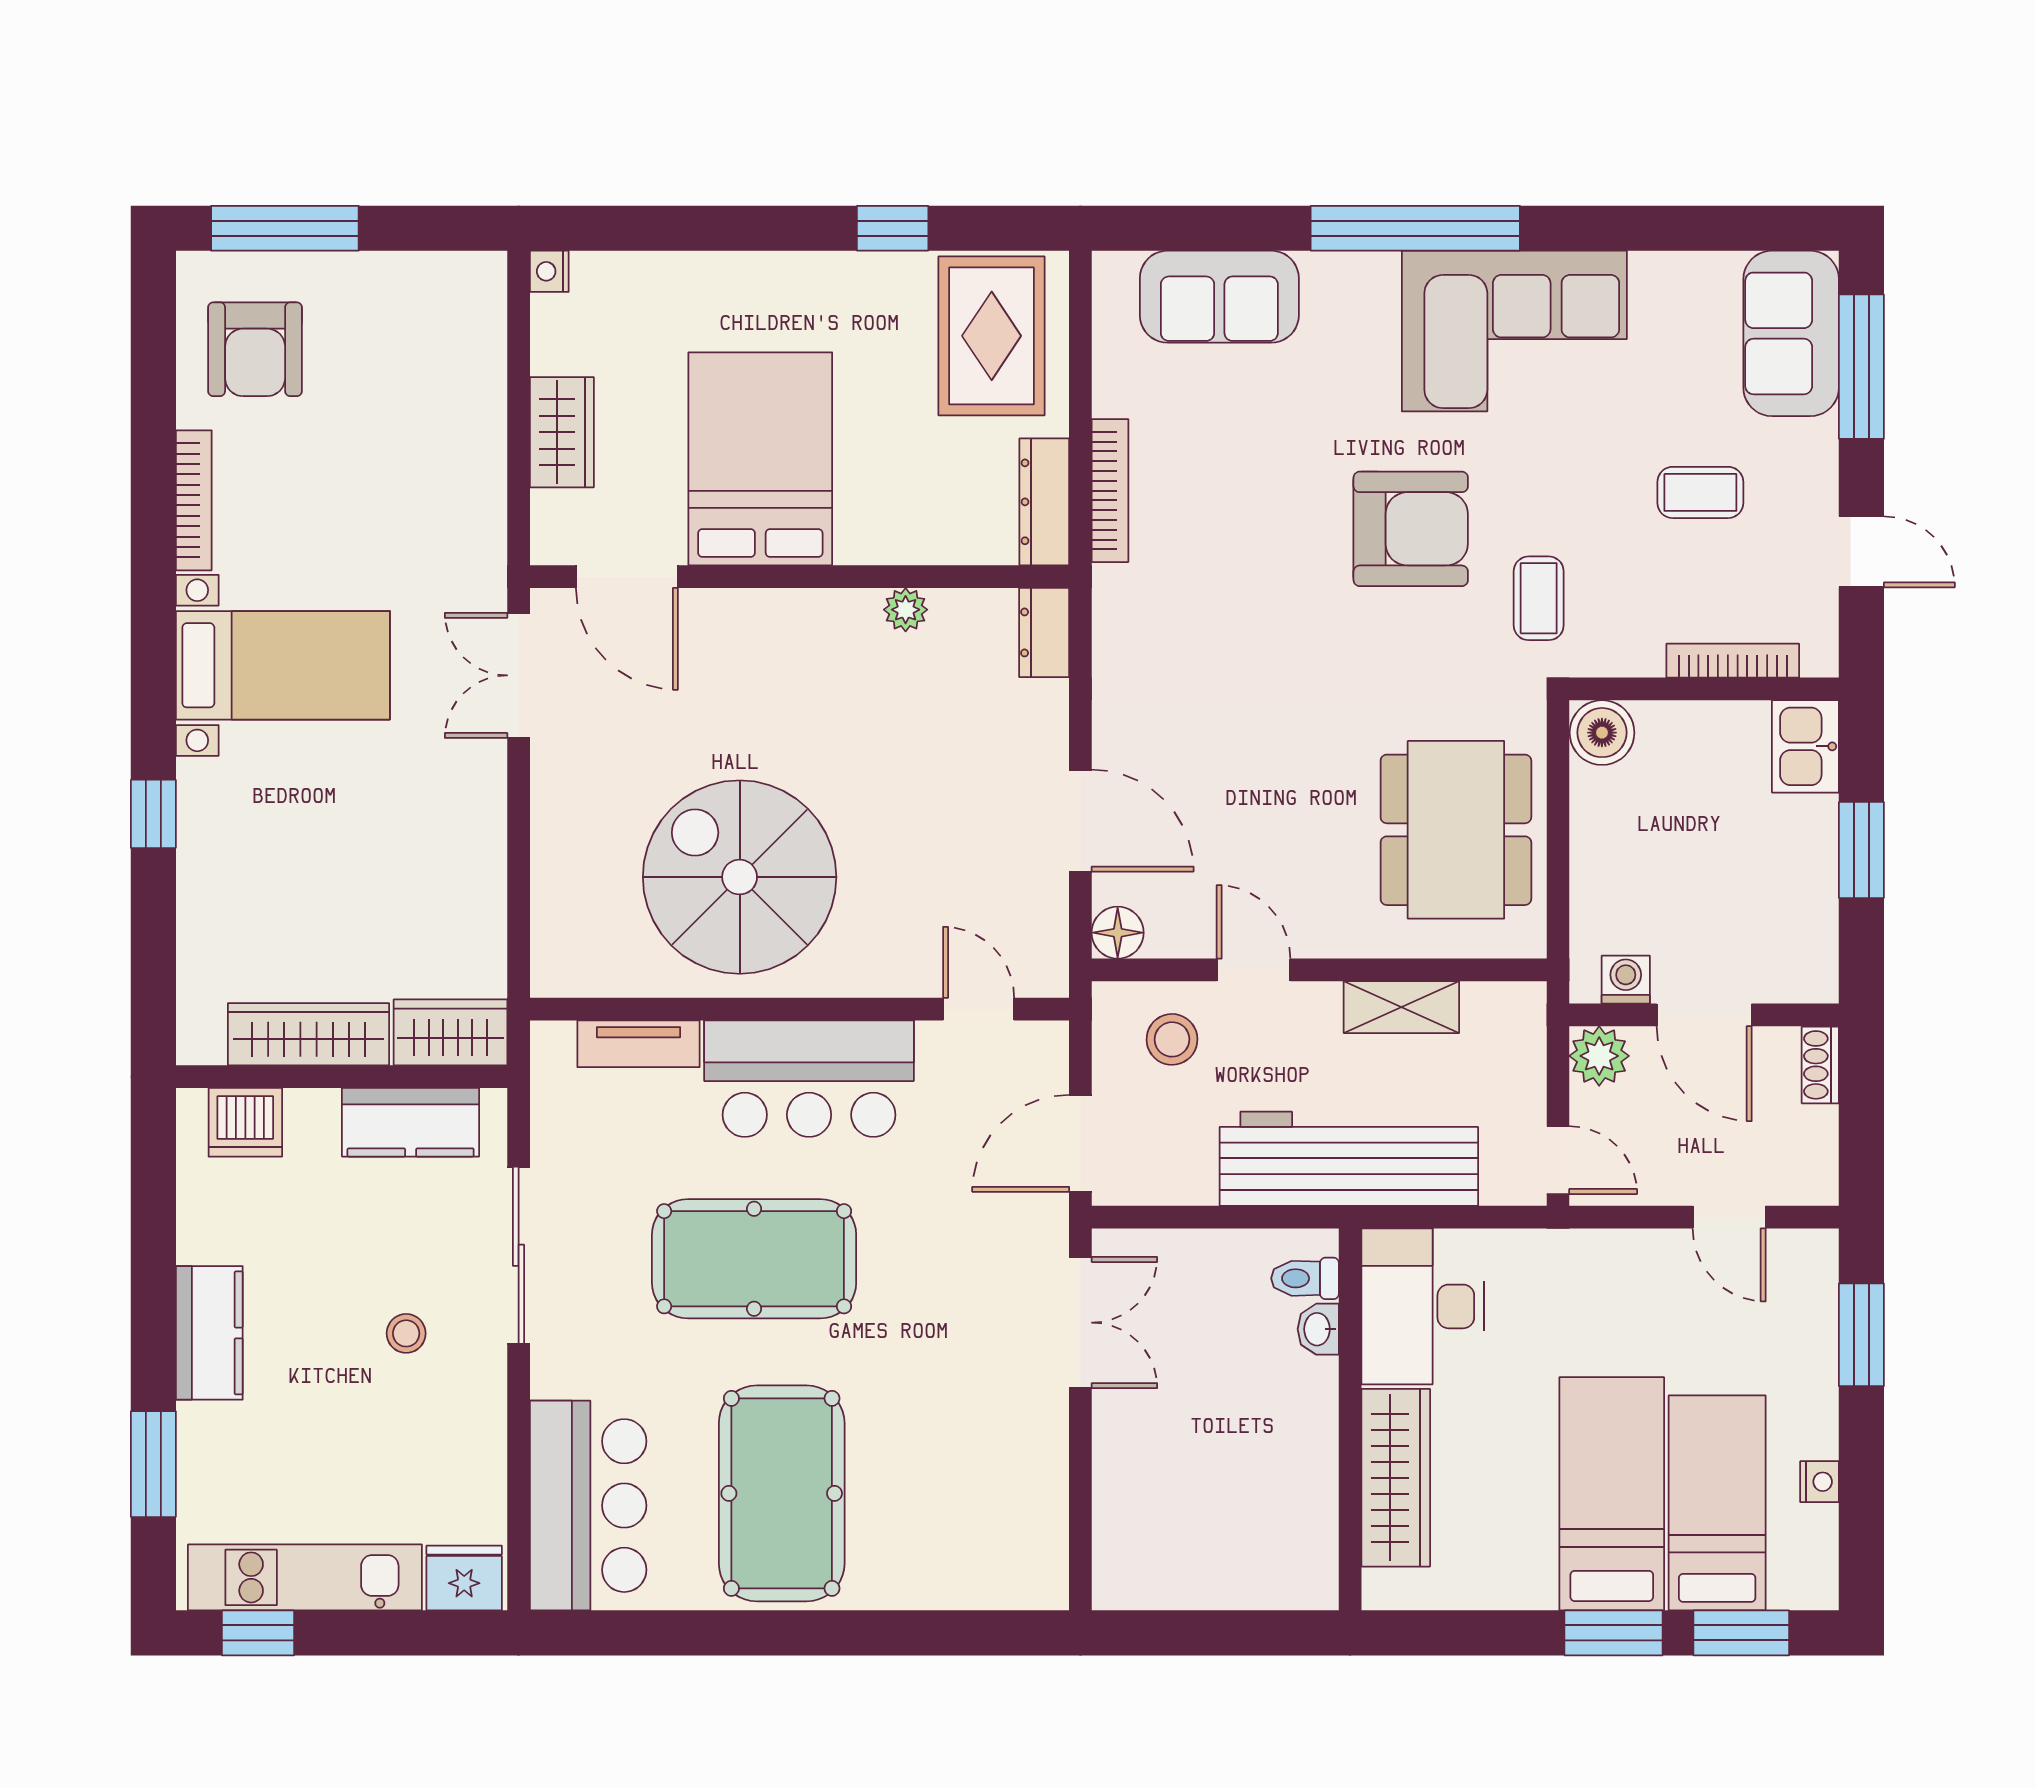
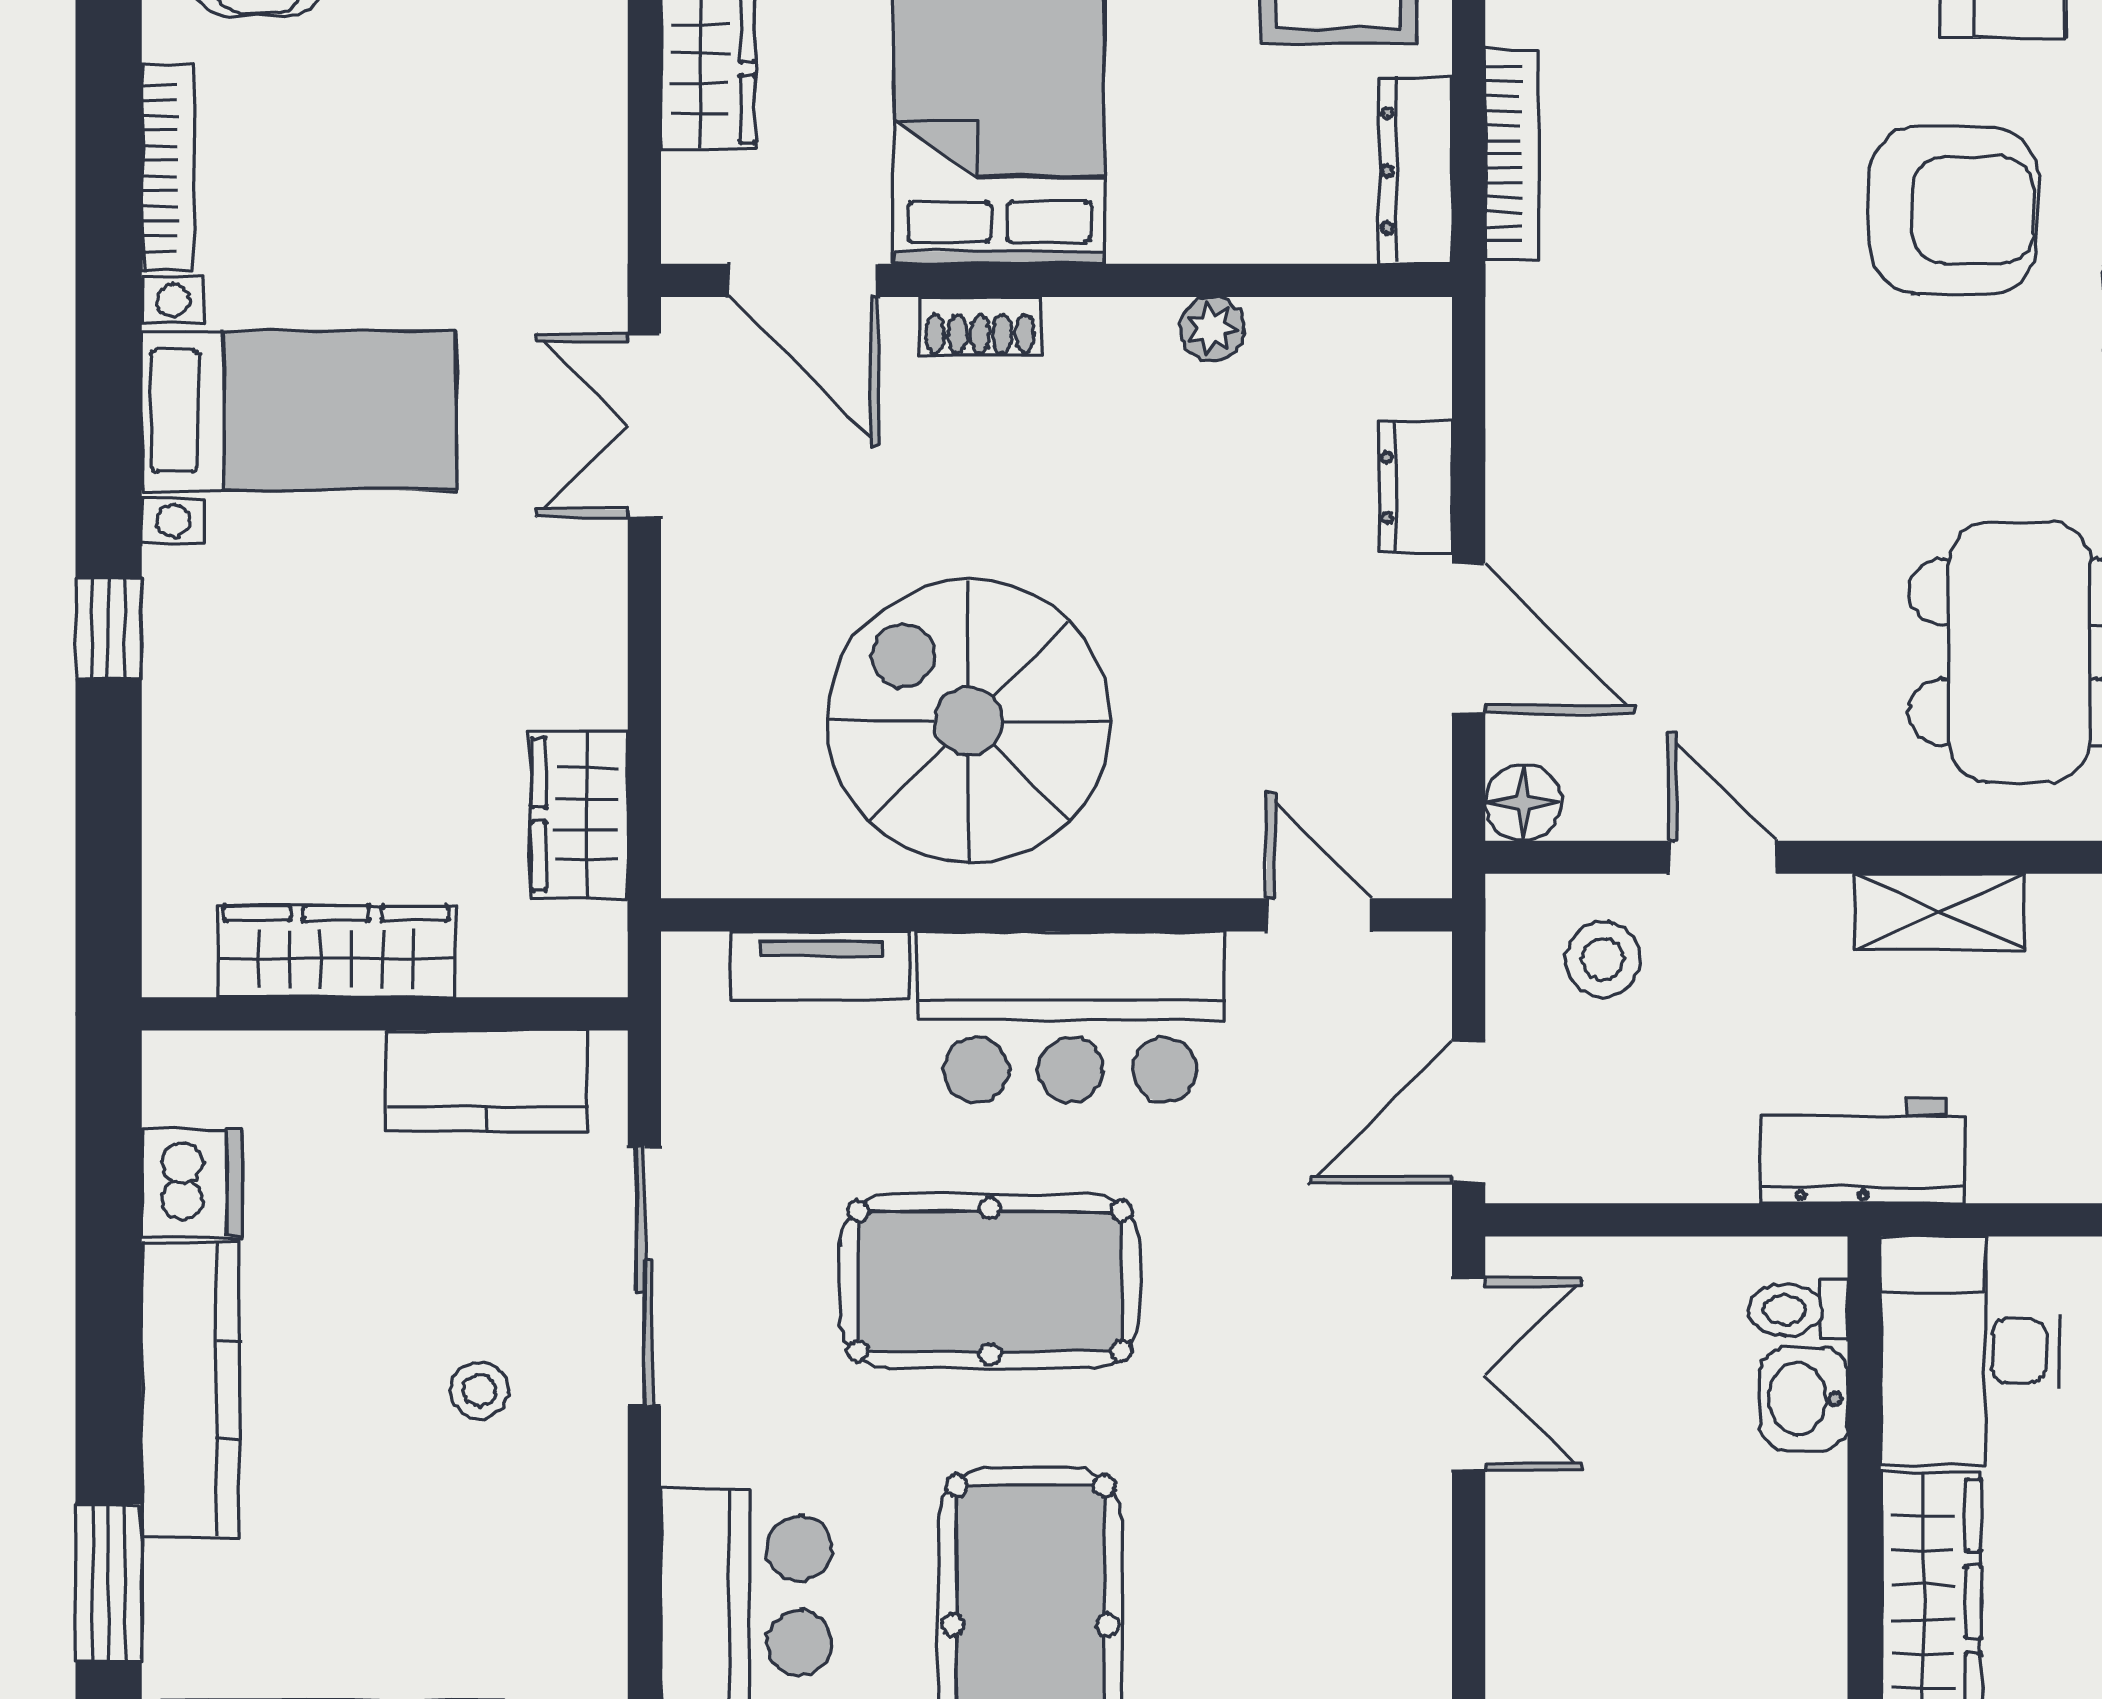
shoe rack: (747, 608) -> (980, 326), added
dresser: (1044, 632) -> (1415, 487), moved
wardrobe: (450, 1032) -> (579, 814), moved, turned -90
dishwasher: (245, 1122) -> (192, 1182), moved, turned -90
workbench: (1349, 1159) -> (1862, 1151), width x0.53, depth x0.76
washbasin: (1318, 1329) -> (1804, 1399), width x1.38, depth x1.45
kitchen counter: (209, 1333) -> (191, 1390), width x1.50

